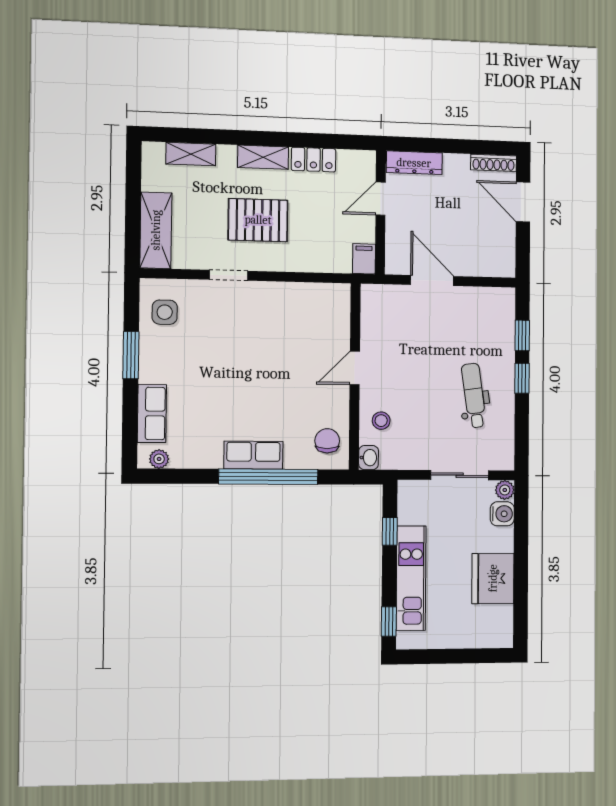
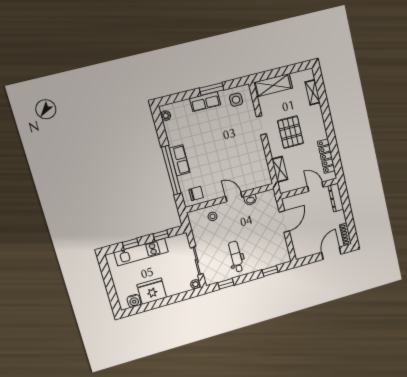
shelving: (263, 157) -> (280, 169), moved
locker: (313, 160) -> (326, 156), width x1.53
filing cabinet: (364, 259) -> (286, 187), removed
window: (522, 378) -> (226, 284), moved
dental chair: (474, 395) -> (236, 257), turned -82
row of seats: (152, 413) -> (205, 102), moved
washbasin: (369, 458) -> (250, 200), moved
water cooler: (502, 514) -> (134, 301), moved
window: (389, 622) -> (131, 244), moved

